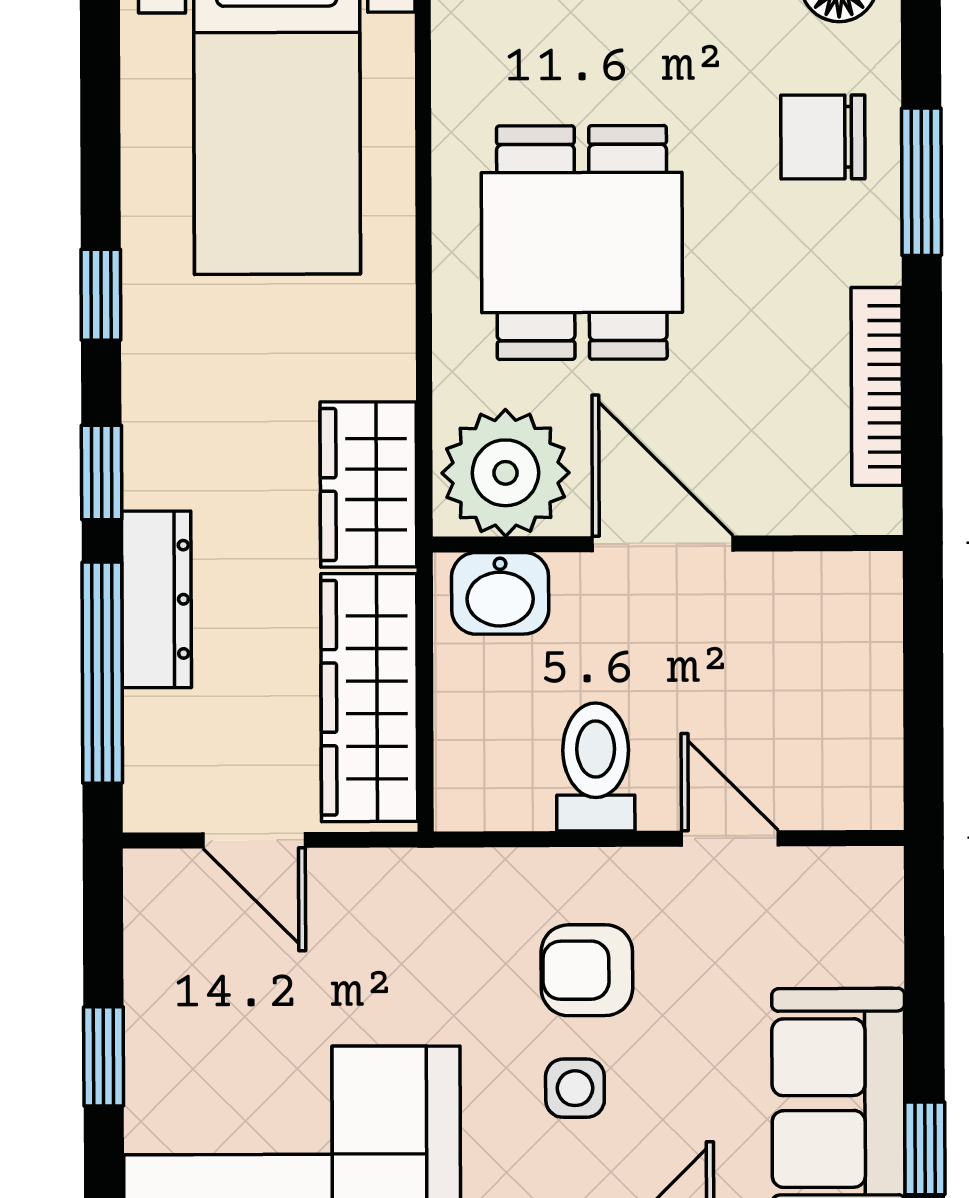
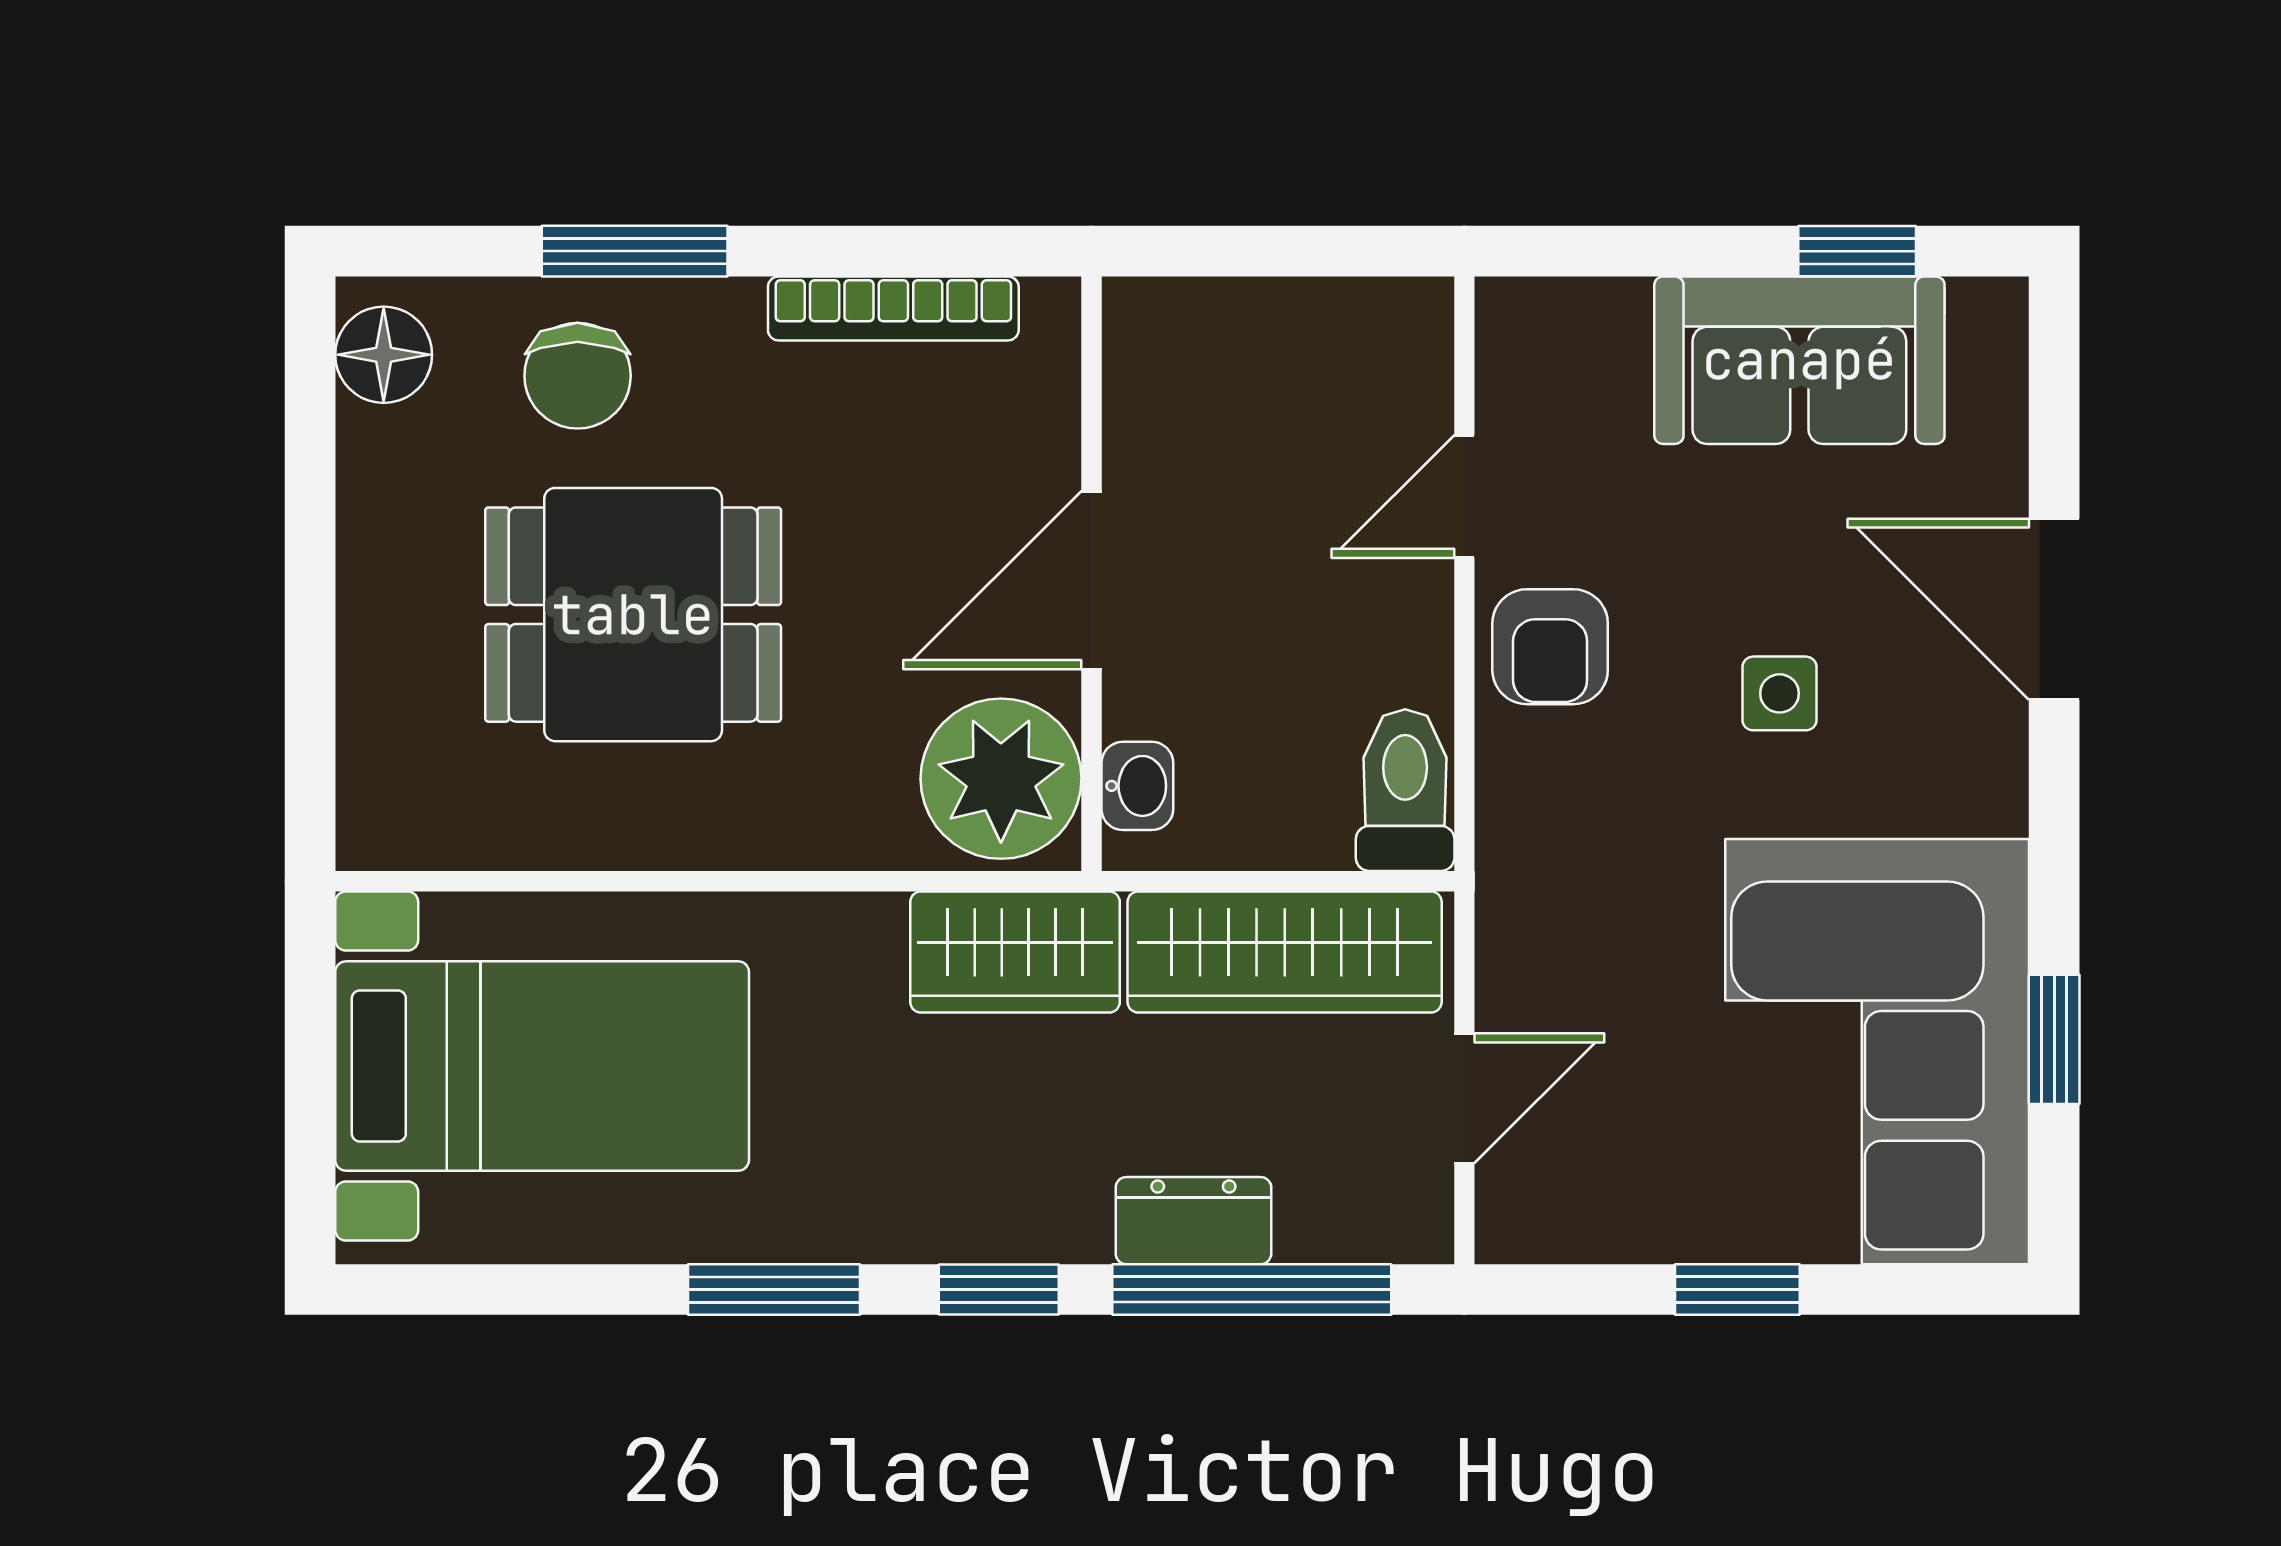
dining table: (582, 243) -> (633, 615), moved
window: (101, 295) -> (774, 1290), width x1.50
washbasin: (500, 593) -> (1137, 786), width x0.72, depth x0.69
dresser: (156, 599) -> (1193, 1221), width x0.70
toilet: (596, 767) -> (1405, 790), moved, turned 90
armchair: (587, 970) -> (1550, 647), moved

